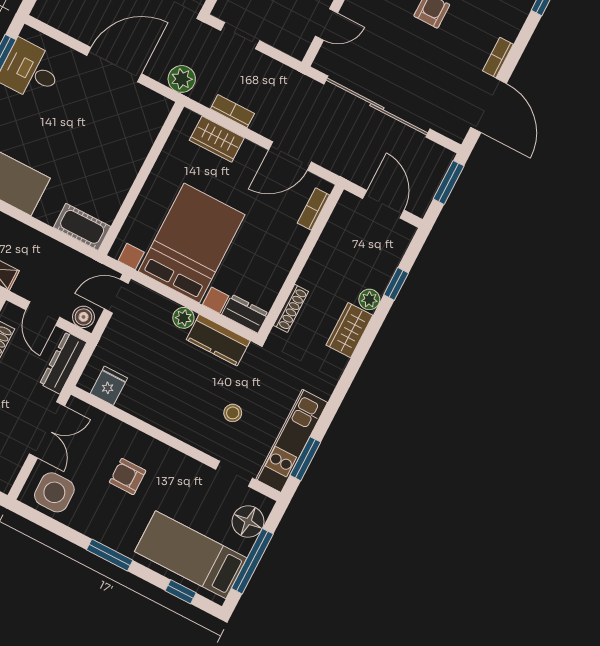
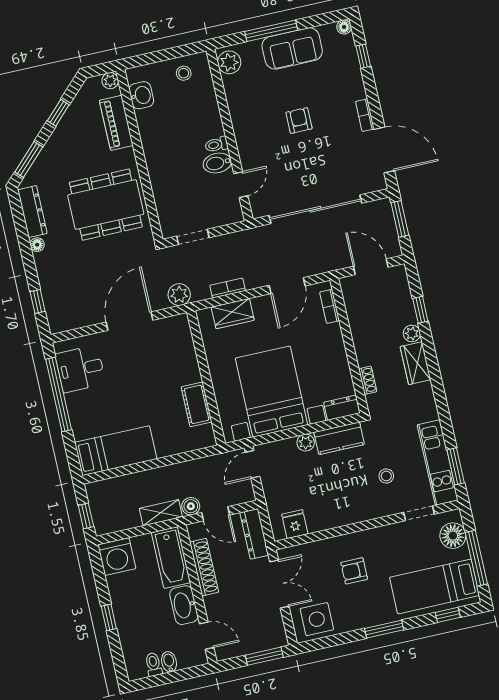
cot: (82, 227) -> (197, 404), moved, turned 90
shoe rack: (291, 308) -> (368, 380), width x0.70
boiler: (84, 317) -> (191, 506), moved

